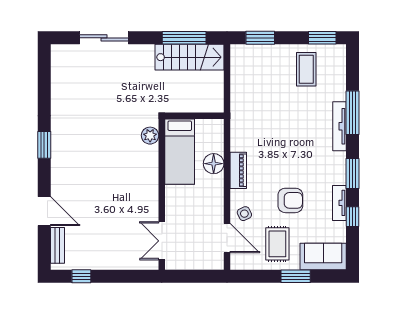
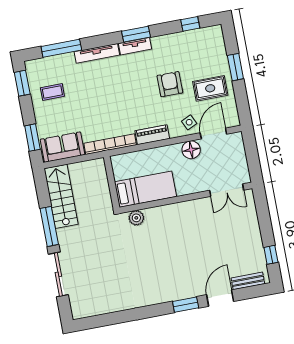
window: (184, 38) -> (49, 226), moved
coffee table: (306, 69) -> (52, 92), width x0.73, depth x0.77
window: (352, 113) -> (61, 48), moved
bookcase: (237, 122) -> (110, 144), added
window: (44, 145) -> (186, 305), moved
floor lamp: (214, 164) -> (191, 150), moved
tv unit: (339, 203) -> (135, 46), moved
window: (352, 217) -> (190, 24), moved
sofa: (323, 257) -> (62, 147), moved, turned 90

